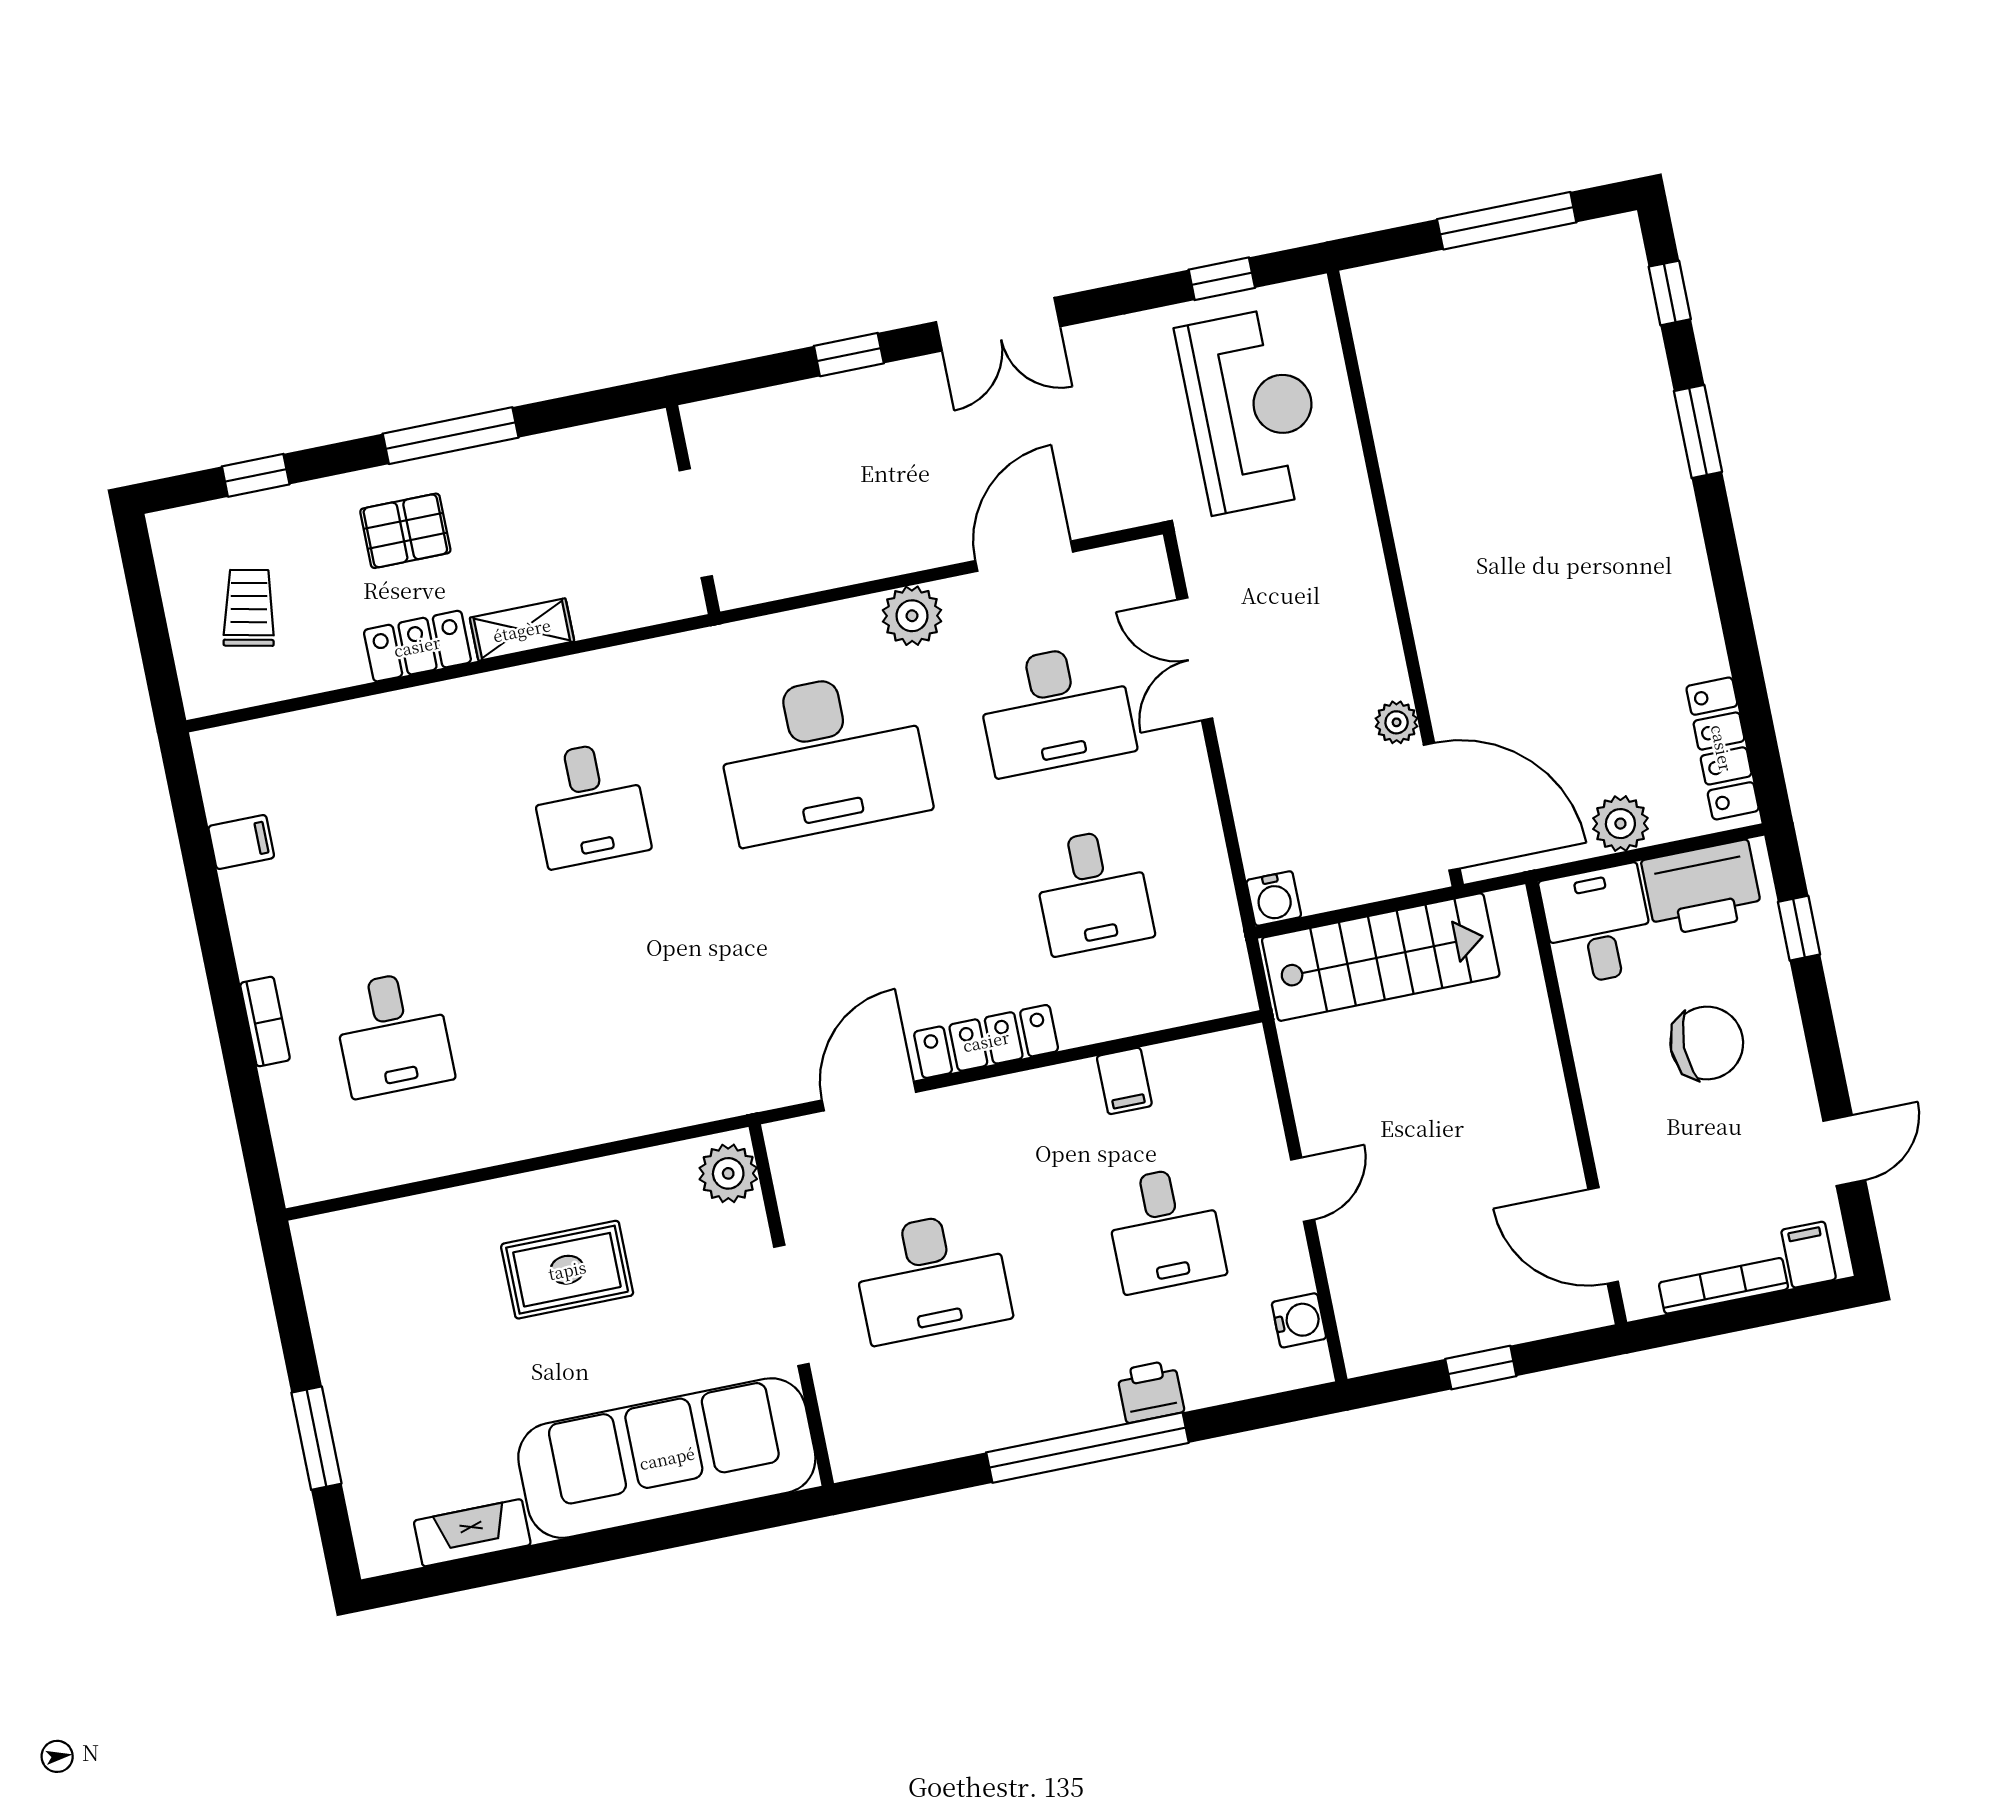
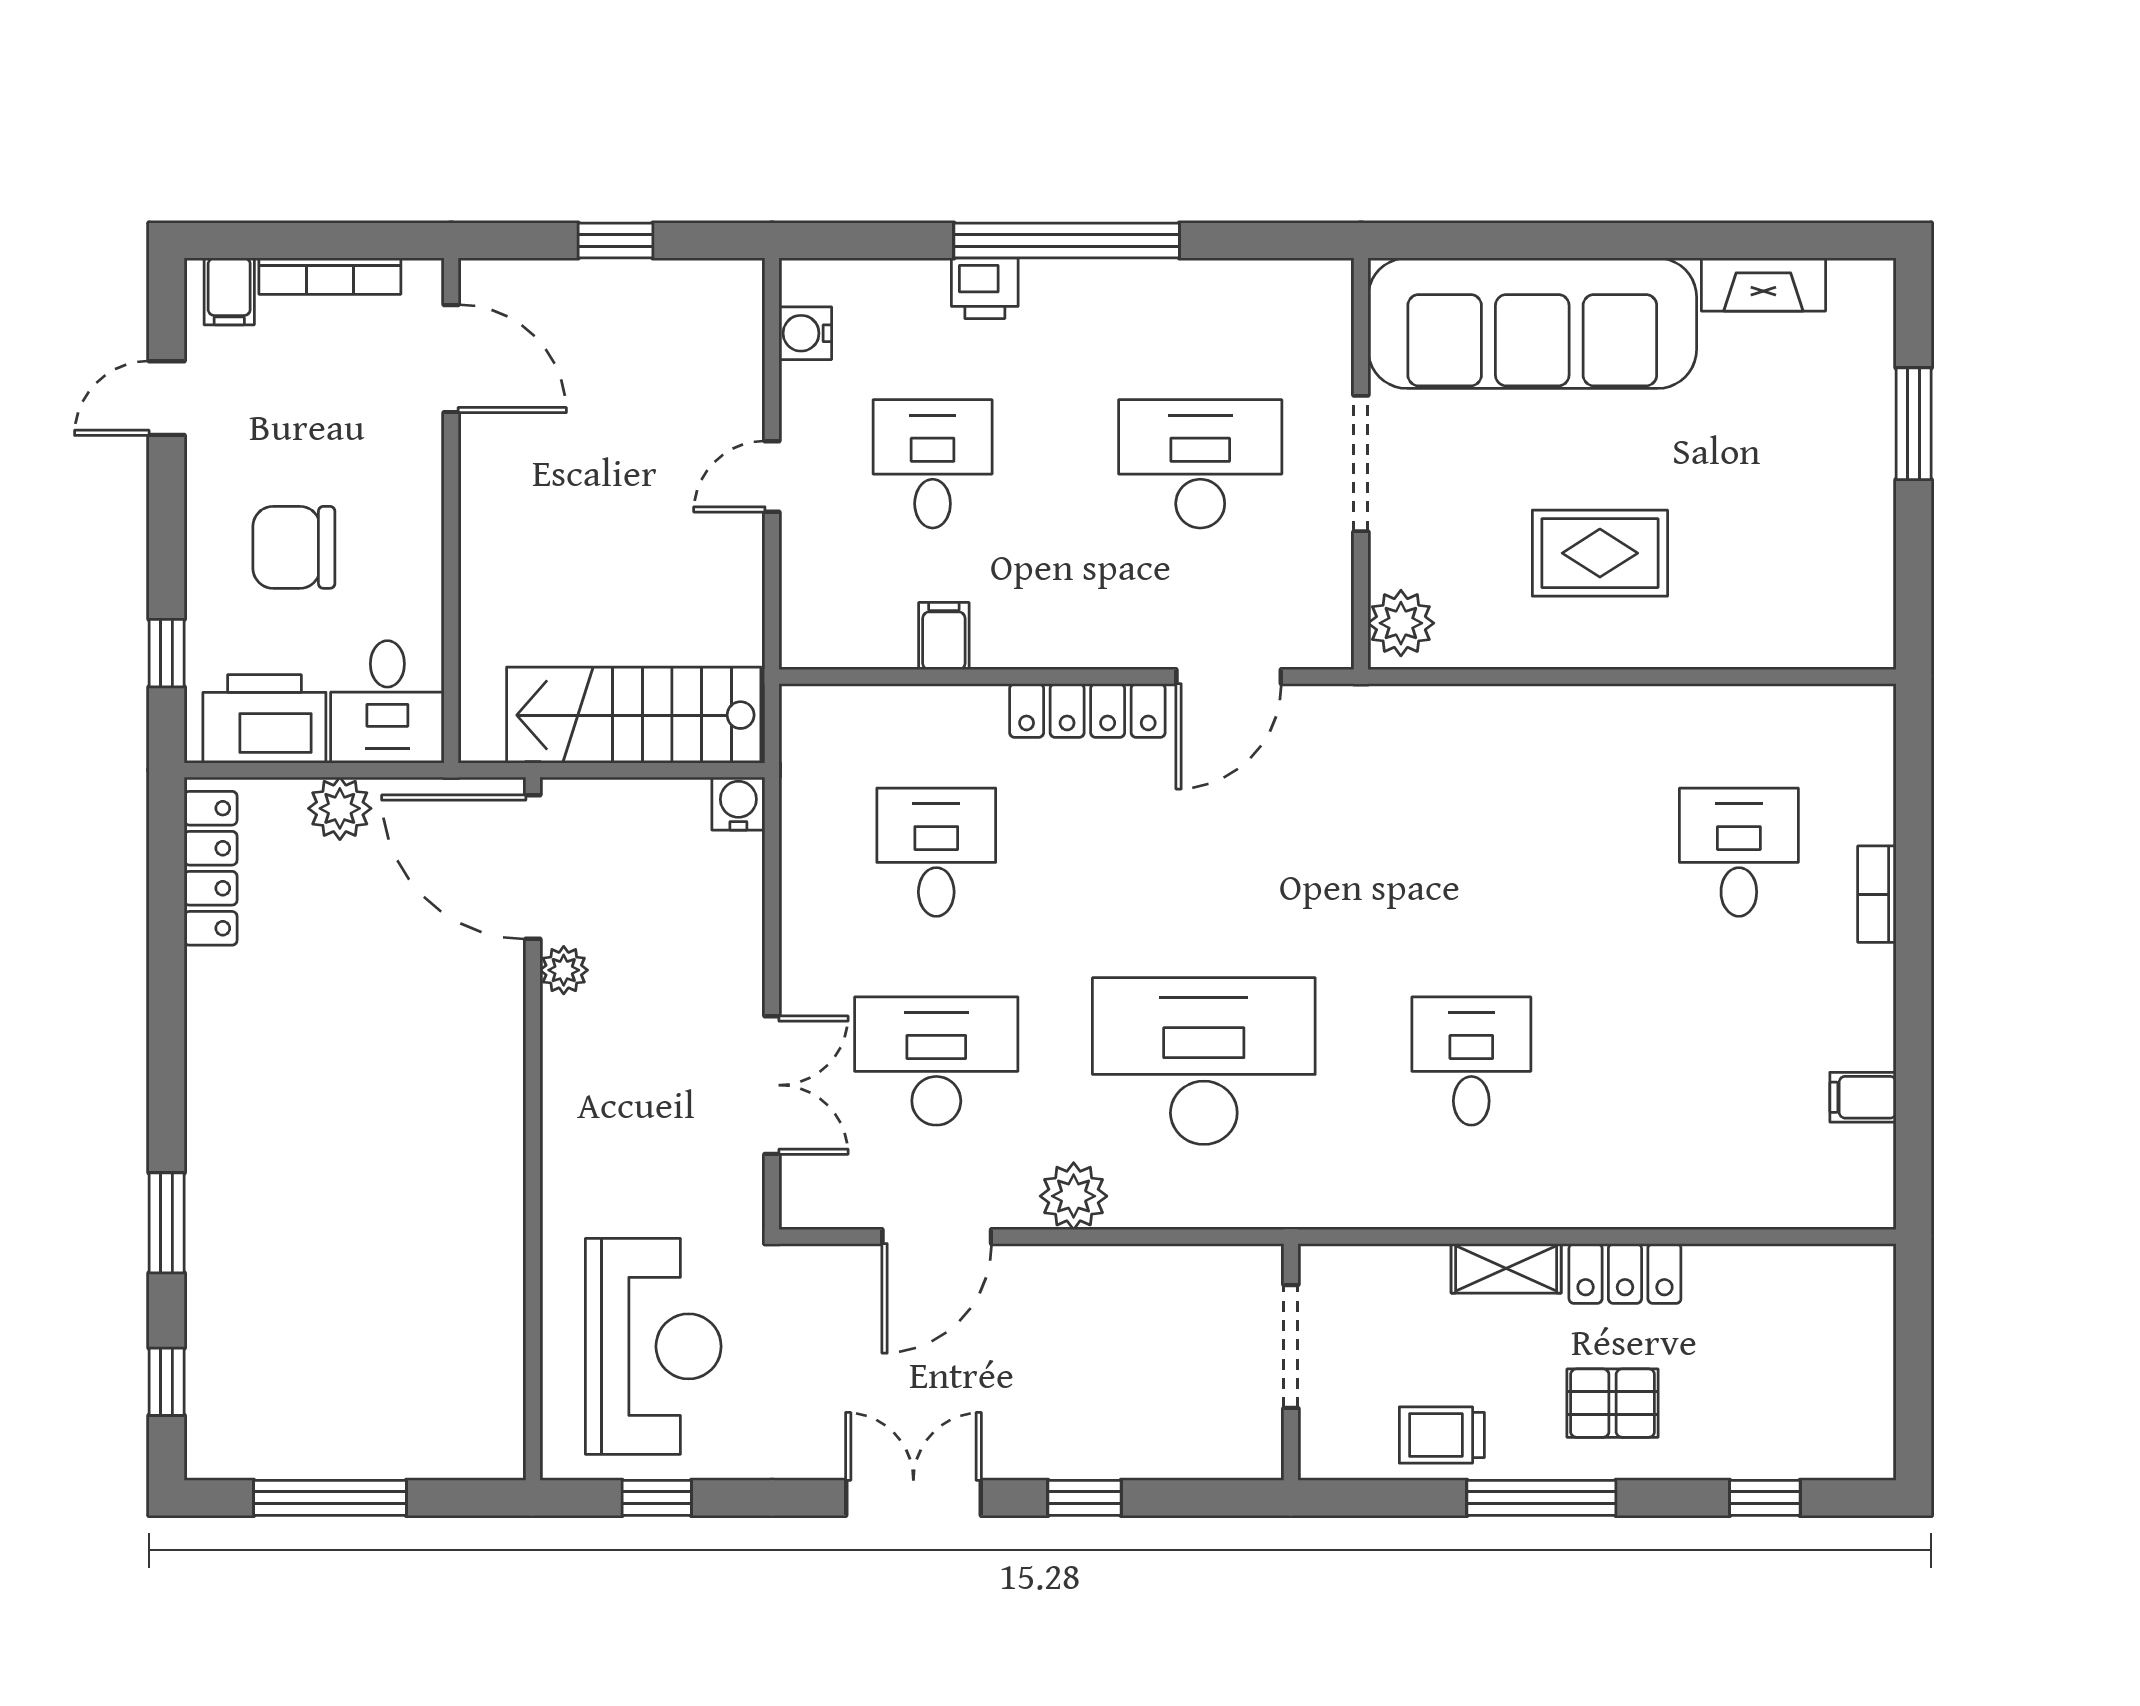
reception desk: (1252, 410) -> (653, 1346), turned 180
trolley: (249, 608) -> (1442, 1435), moved, turned 78

